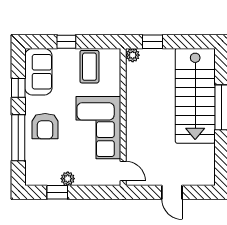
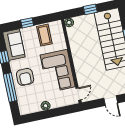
window: (153, 42) -> (90, 9), moved
door: (123, 171) -> (78, 94), hinge flipped
window: (57, 192) -> (41, 115), removed

